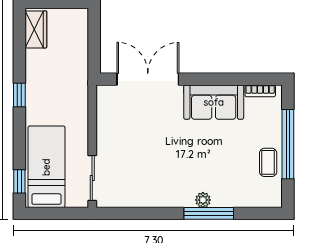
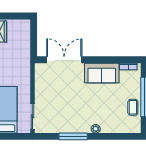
window: (209, 213) -> (73, 136), moved

